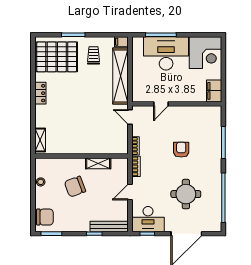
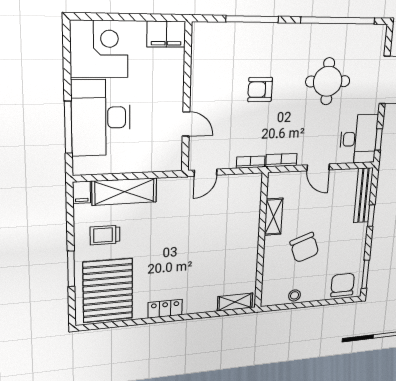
shelving: (120, 76) -> (124, 192), width x0.68

